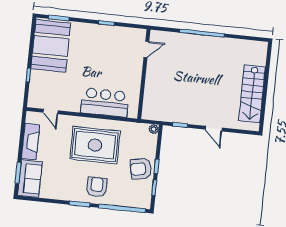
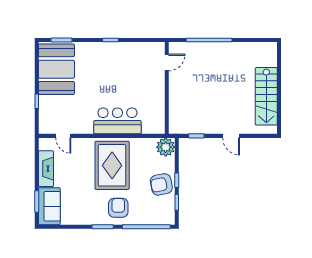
door: (146, 49) -> (167, 62), moved
wall: (144, 74) -> (167, 88), moved
plant: (154, 129) -> (166, 147), width x1.88, depth x1.88
rug: (95, 145) -> (112, 165), turned 90

